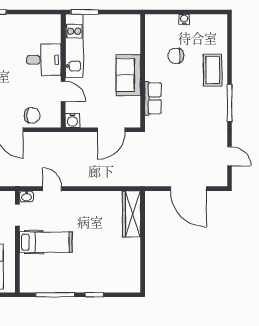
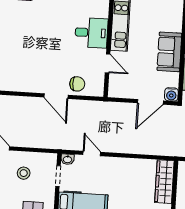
water cooler: (72, 120) -> (171, 94), moved

